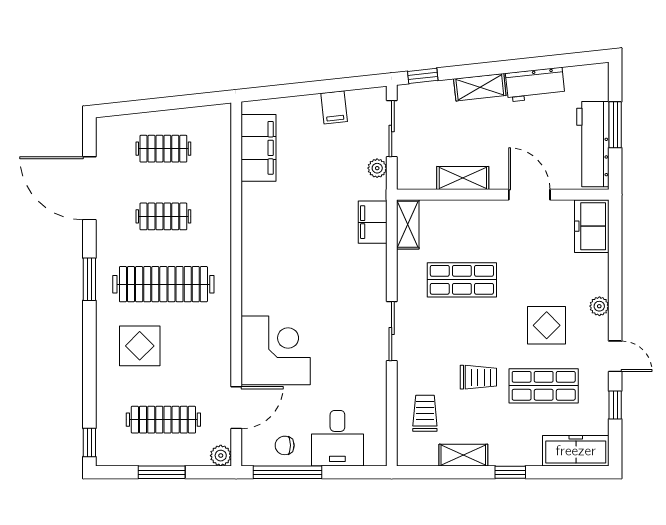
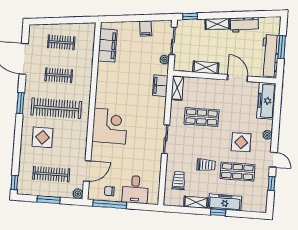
freezer: (592, 226) -> (266, 101), width x1.40
corner desk: (276, 350) -> (110, 126), moved
freezer: (576, 451) -> (225, 202), moved

